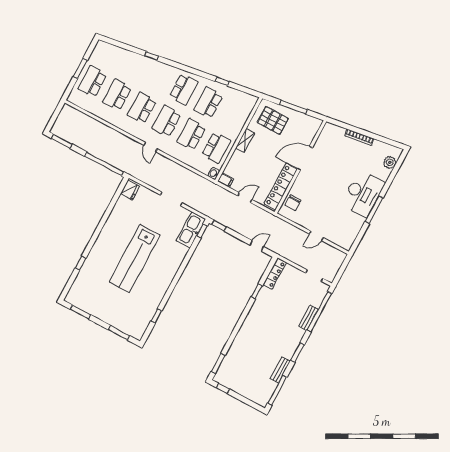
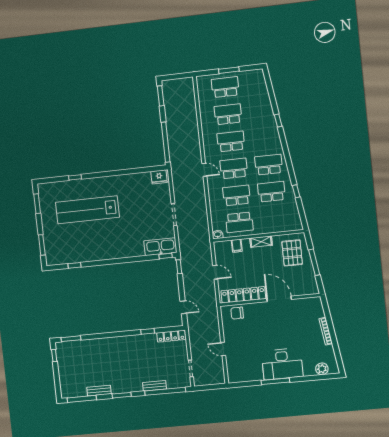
school desk: (184, 89) -> (269, 165), turned 180
door: (151, 147) -> (204, 170), swing flipped
filing cabinet: (226, 180) -> (237, 246), moved
lab bench: (135, 258) -> (87, 210), moved

